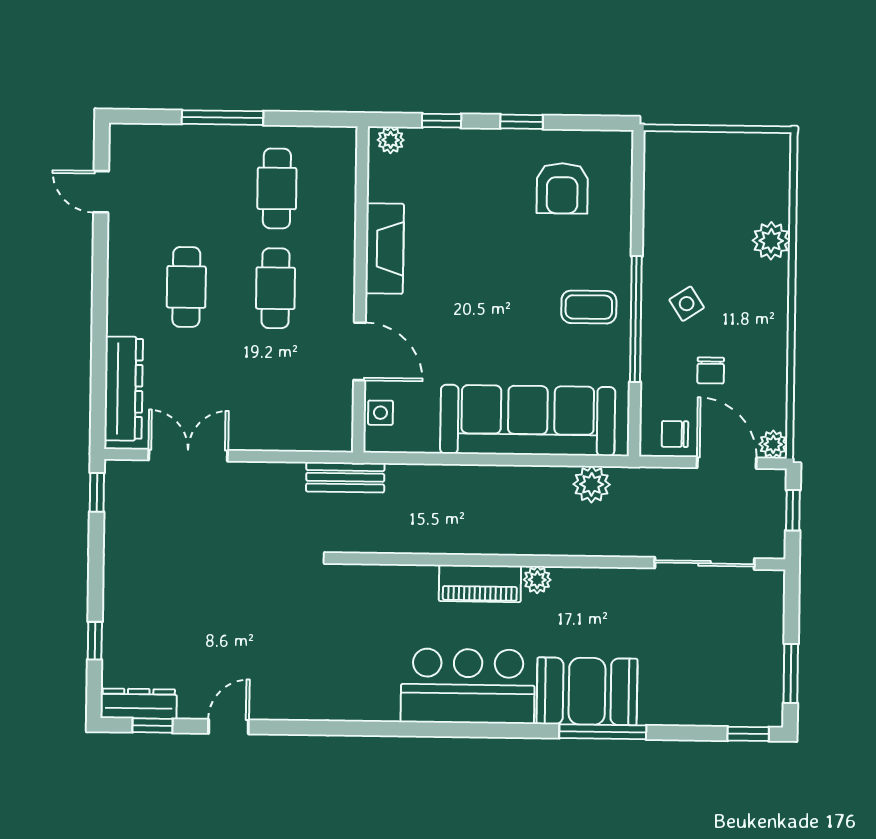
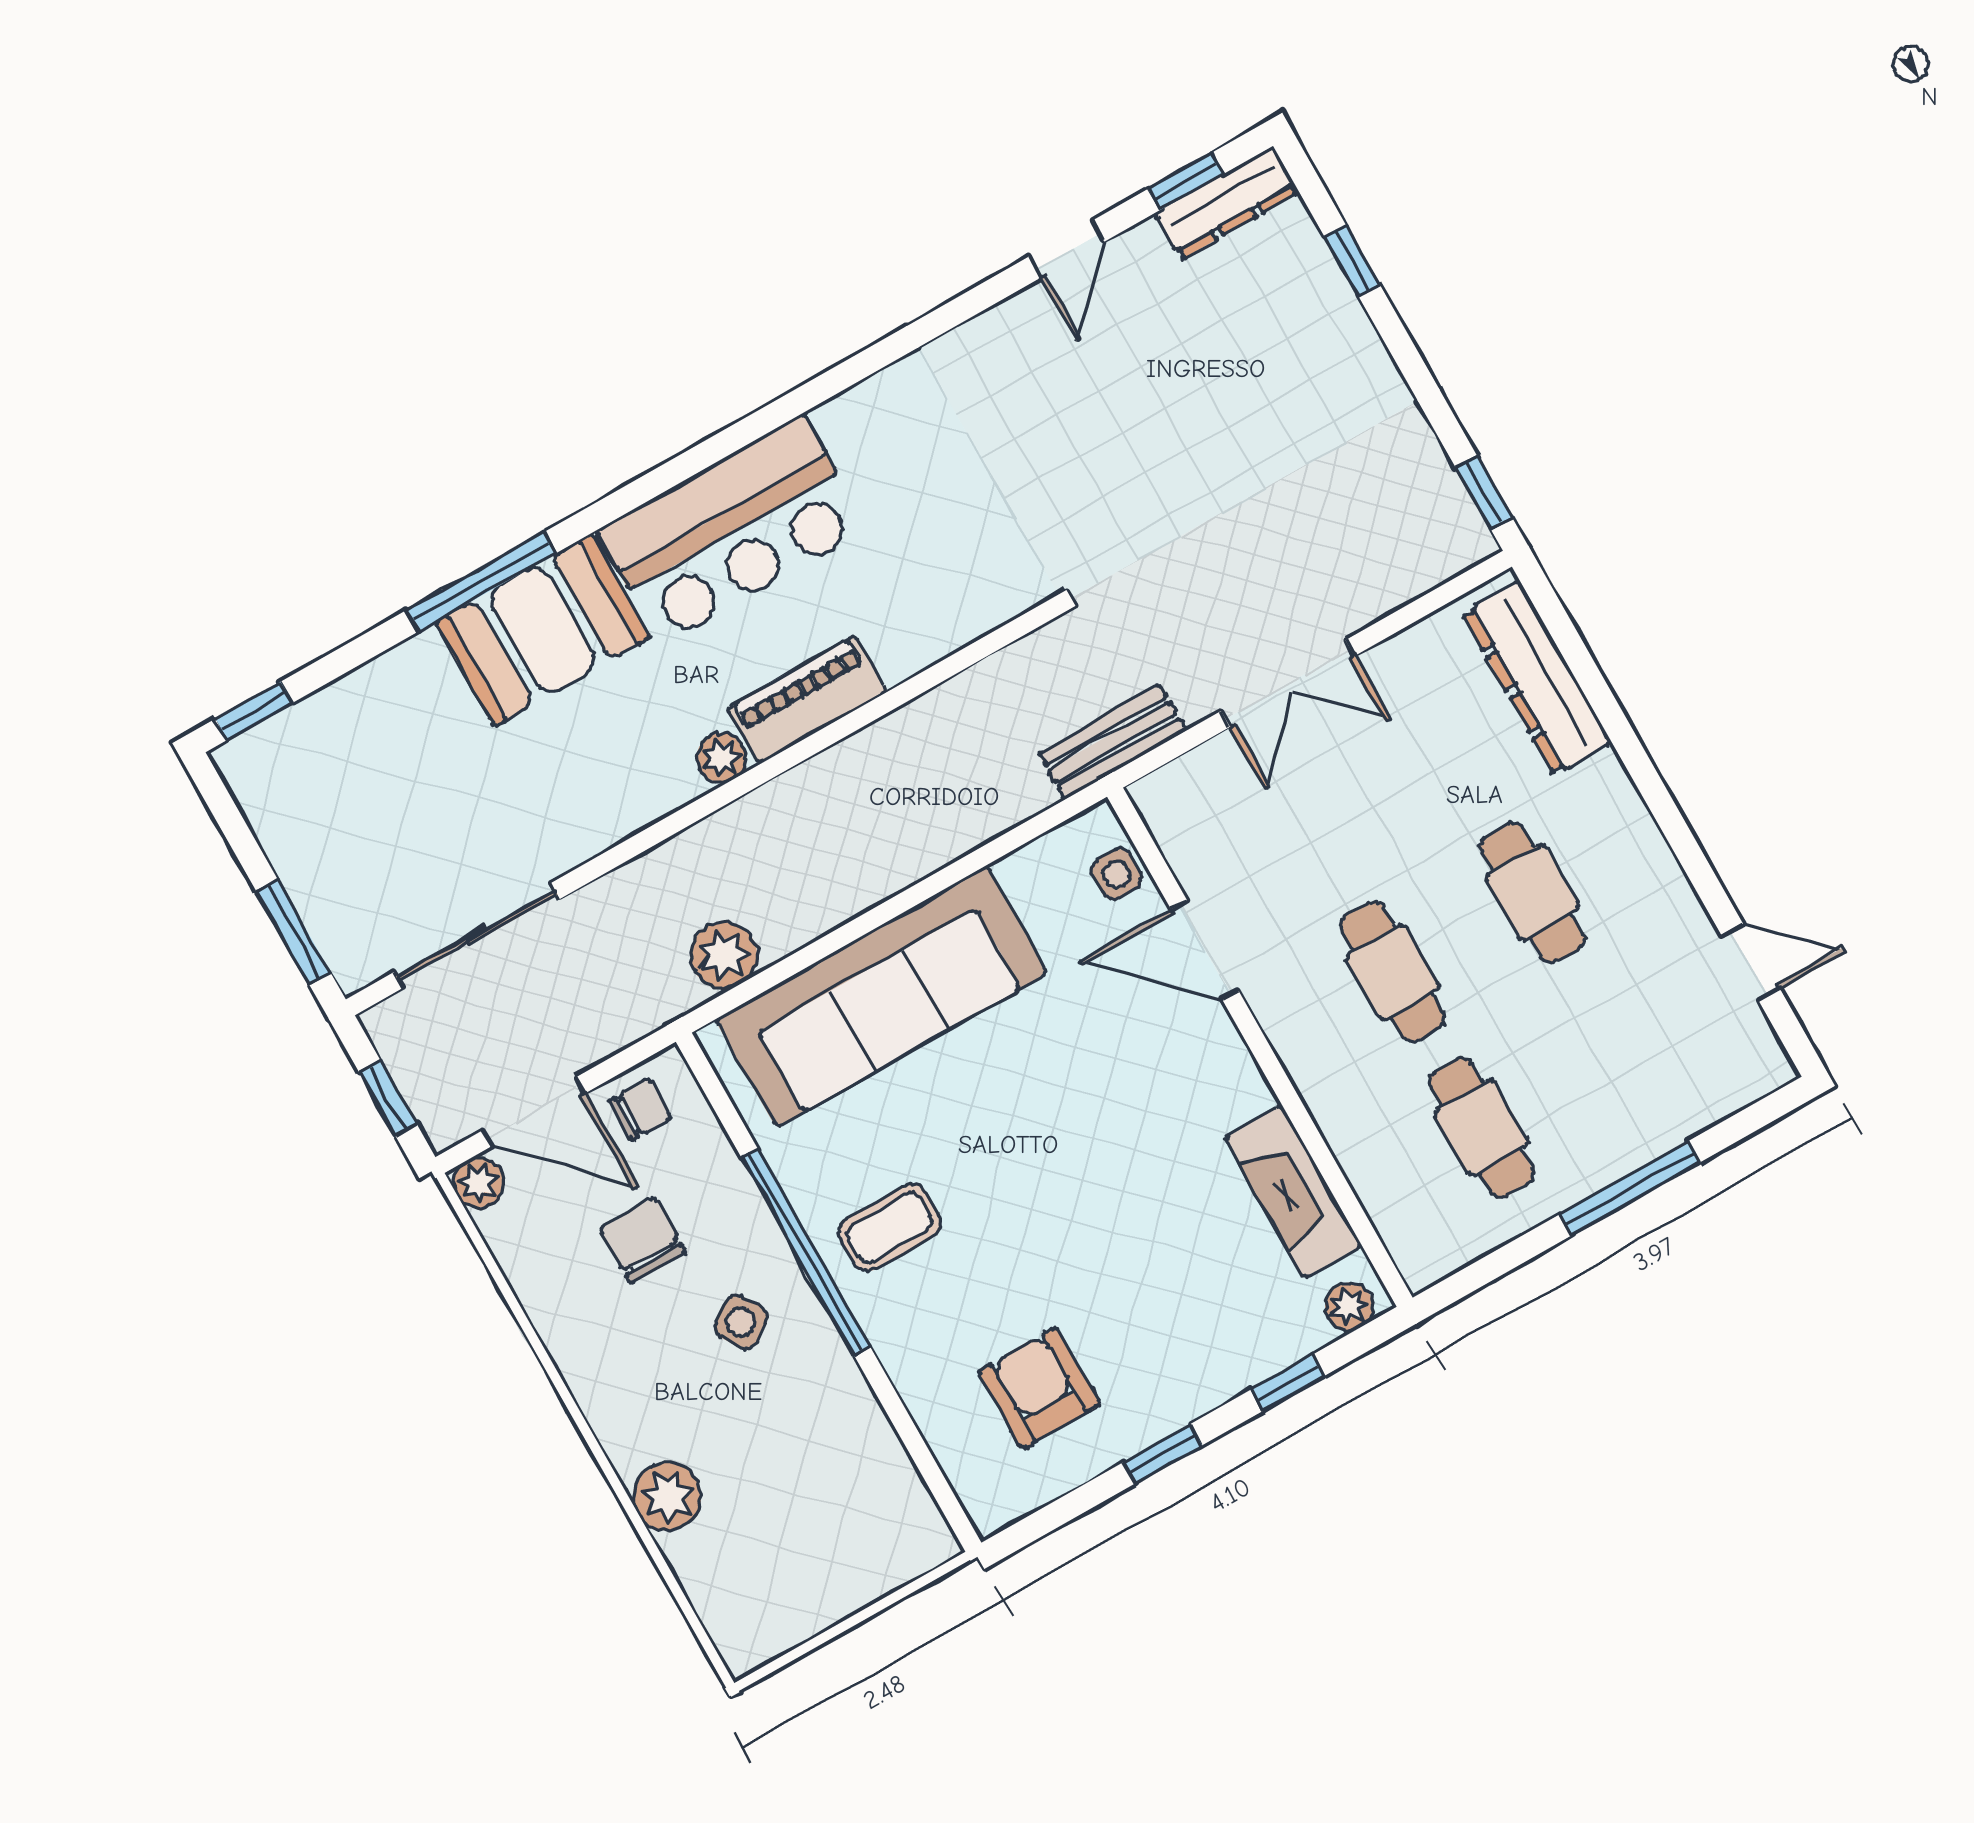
fireplace: (385, 249) -> (1293, 1191), moved
chair: (711, 370) -> (643, 1240), width x1.37, depth x1.37
double door: (188, 455) -> (1288, 684), moved
window: (791, 674) -> (294, 932), moved

